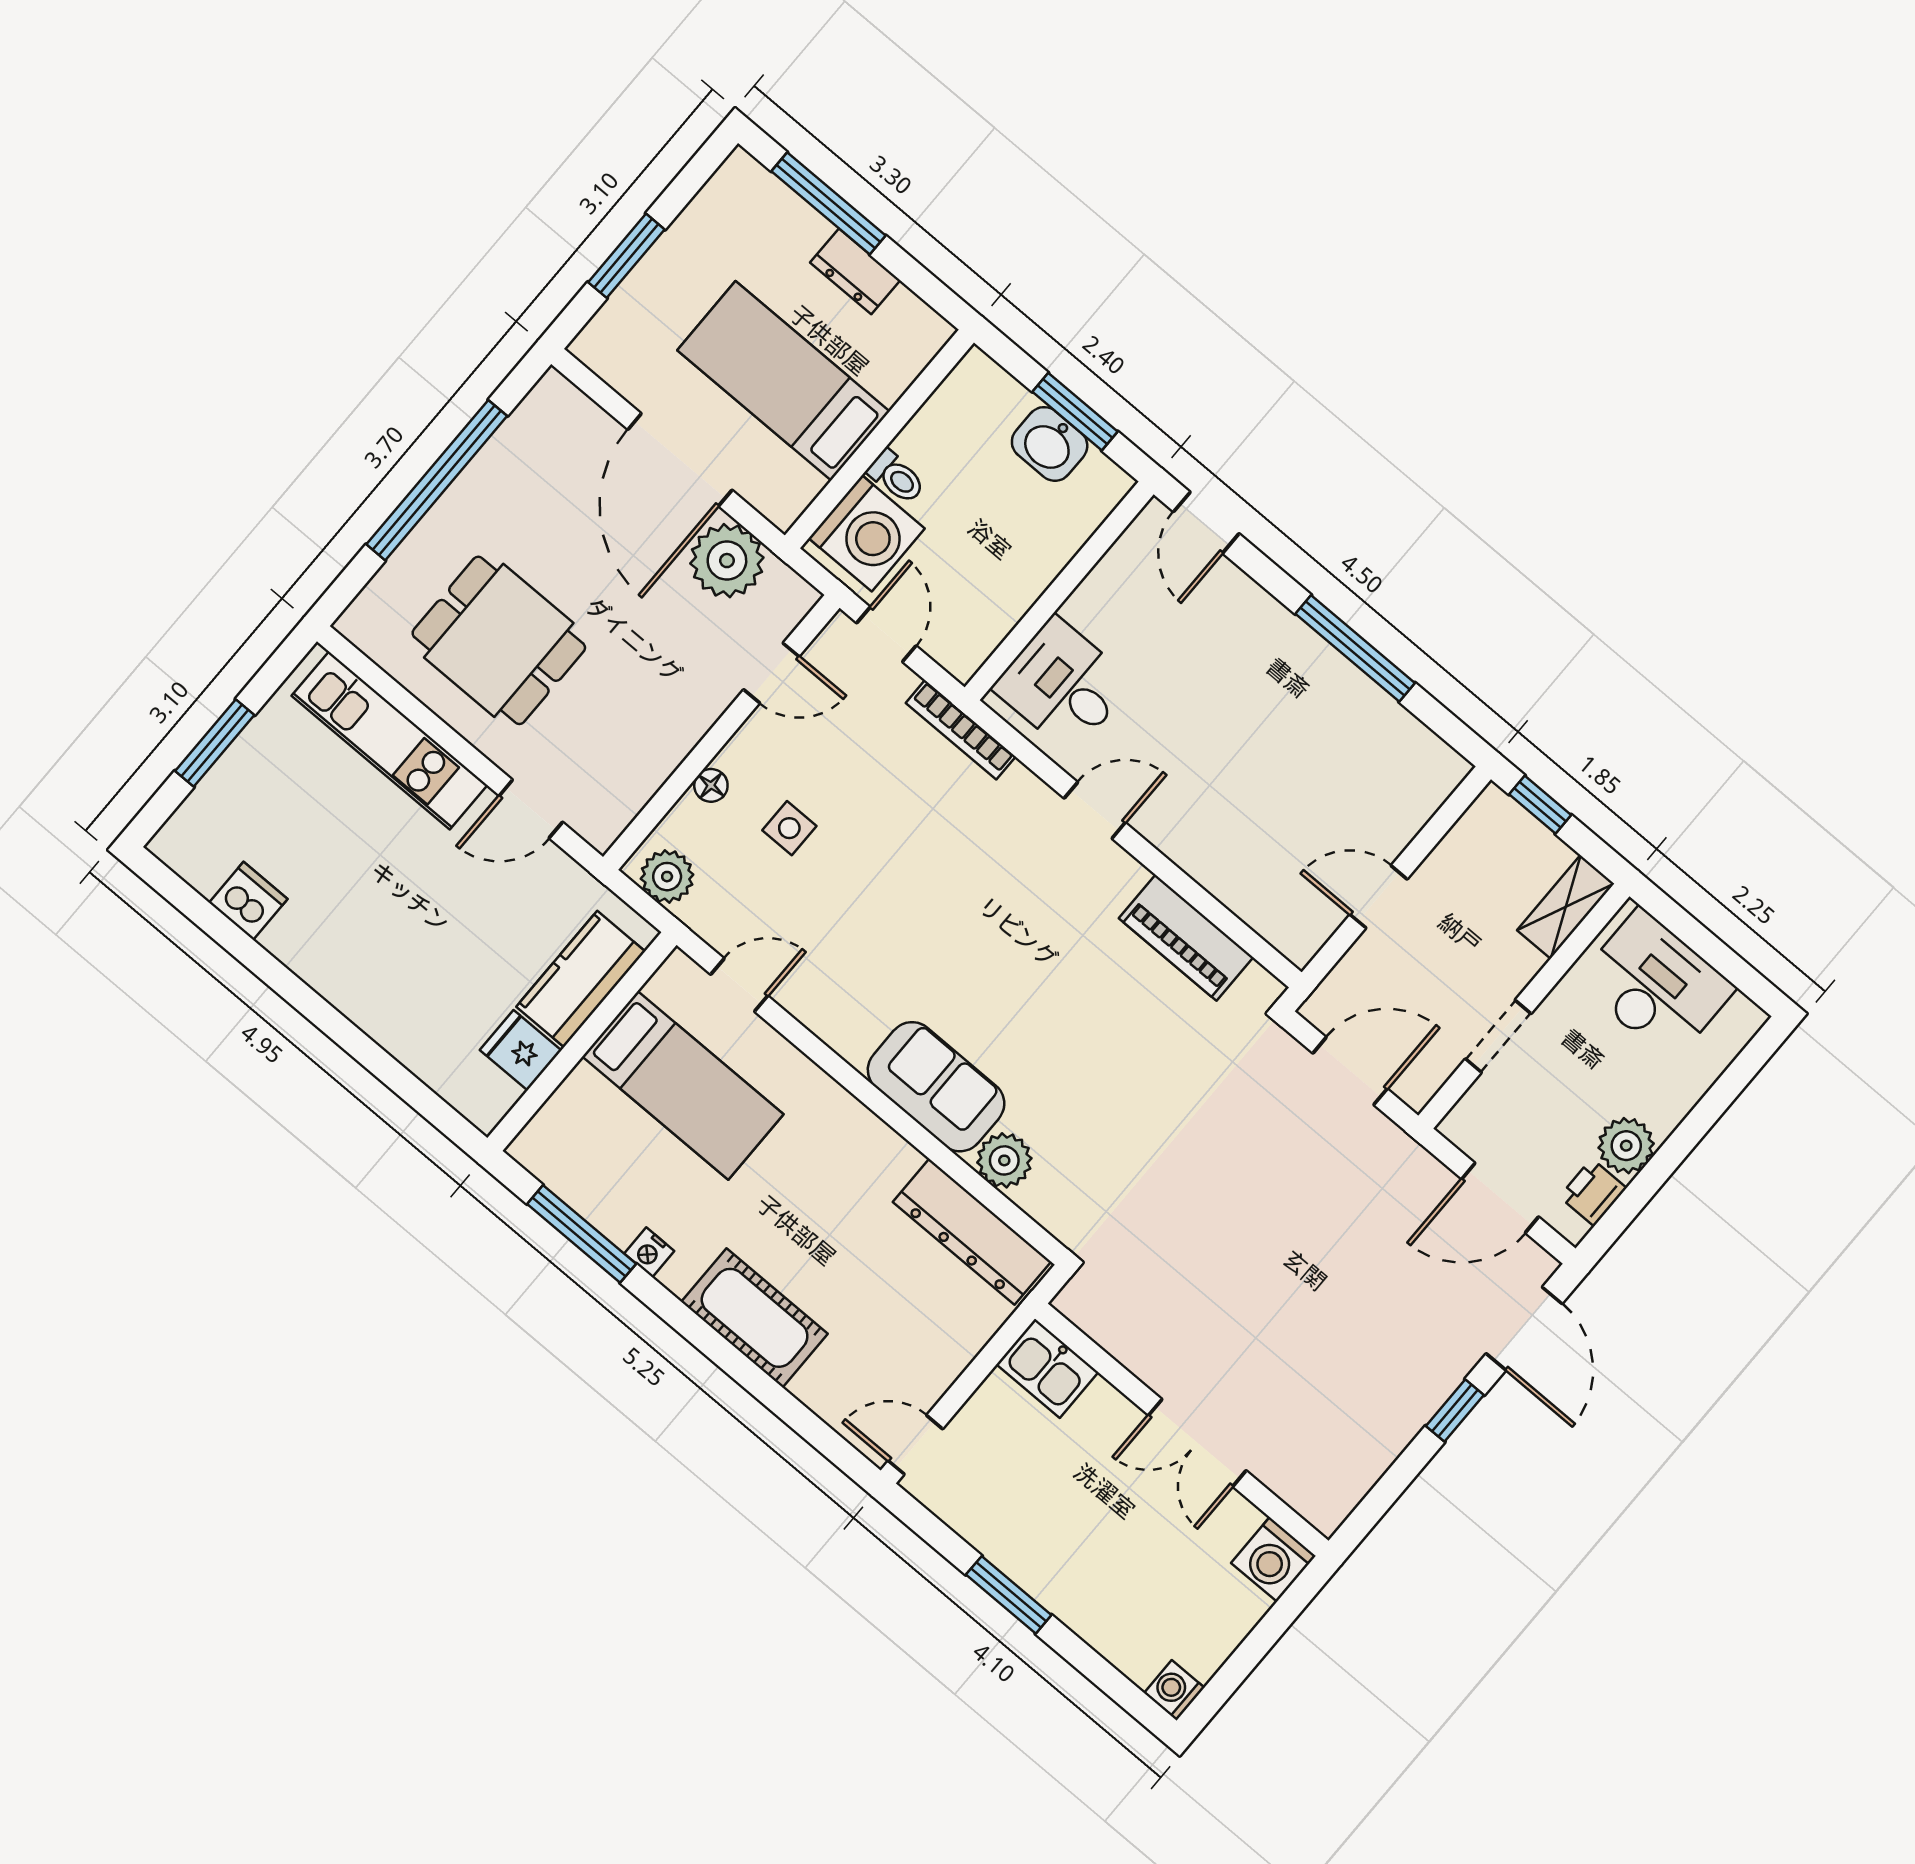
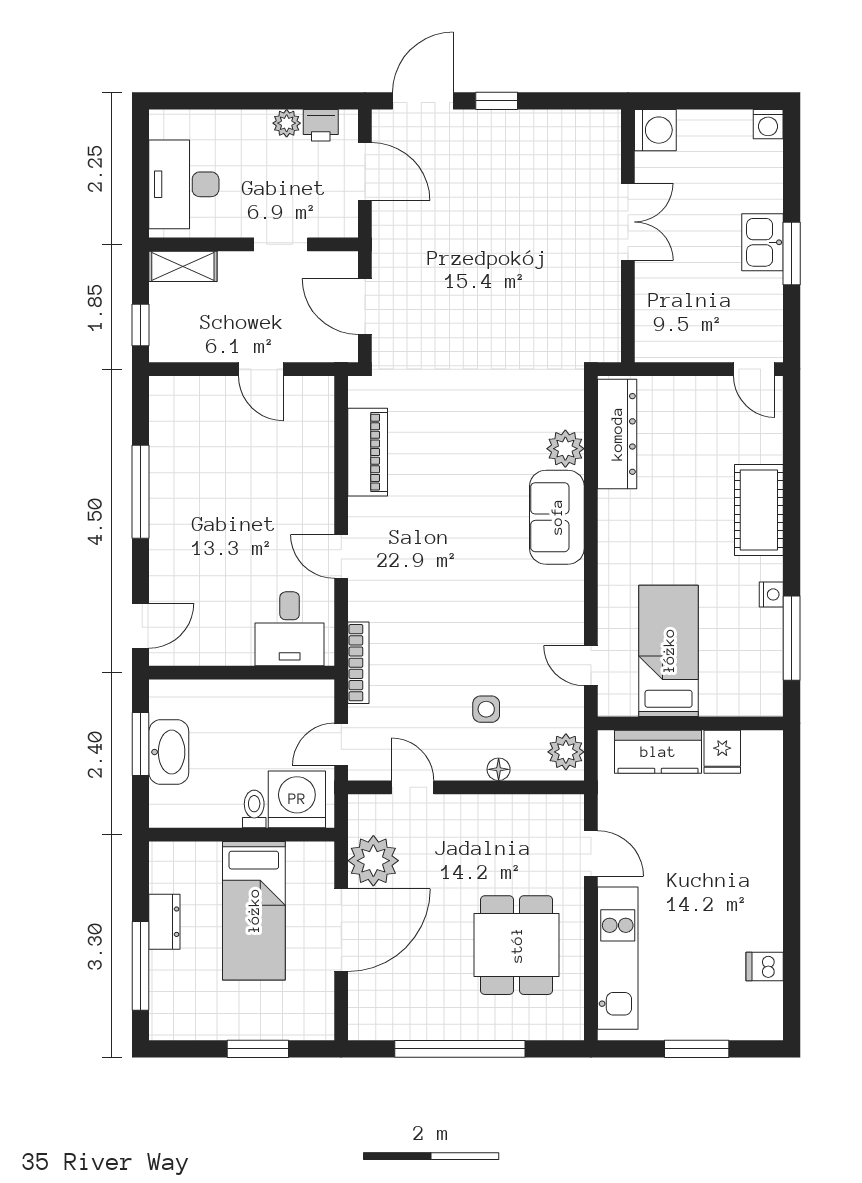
washbasin: (1050, 444) -> (169, 752), width x1.38
dishwasher: (248, 901) -> (765, 967), width x0.73
plant: (1626, 1146) -> (287, 123), width x0.73, depth x0.73
kitchen sink: (1047, 1368) -> (762, 242), moved, turned 180

